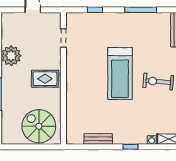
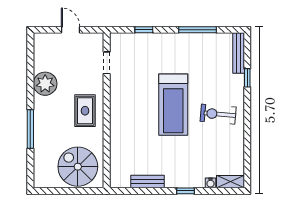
rug: (45, 79) -> (85, 111), turned 90

